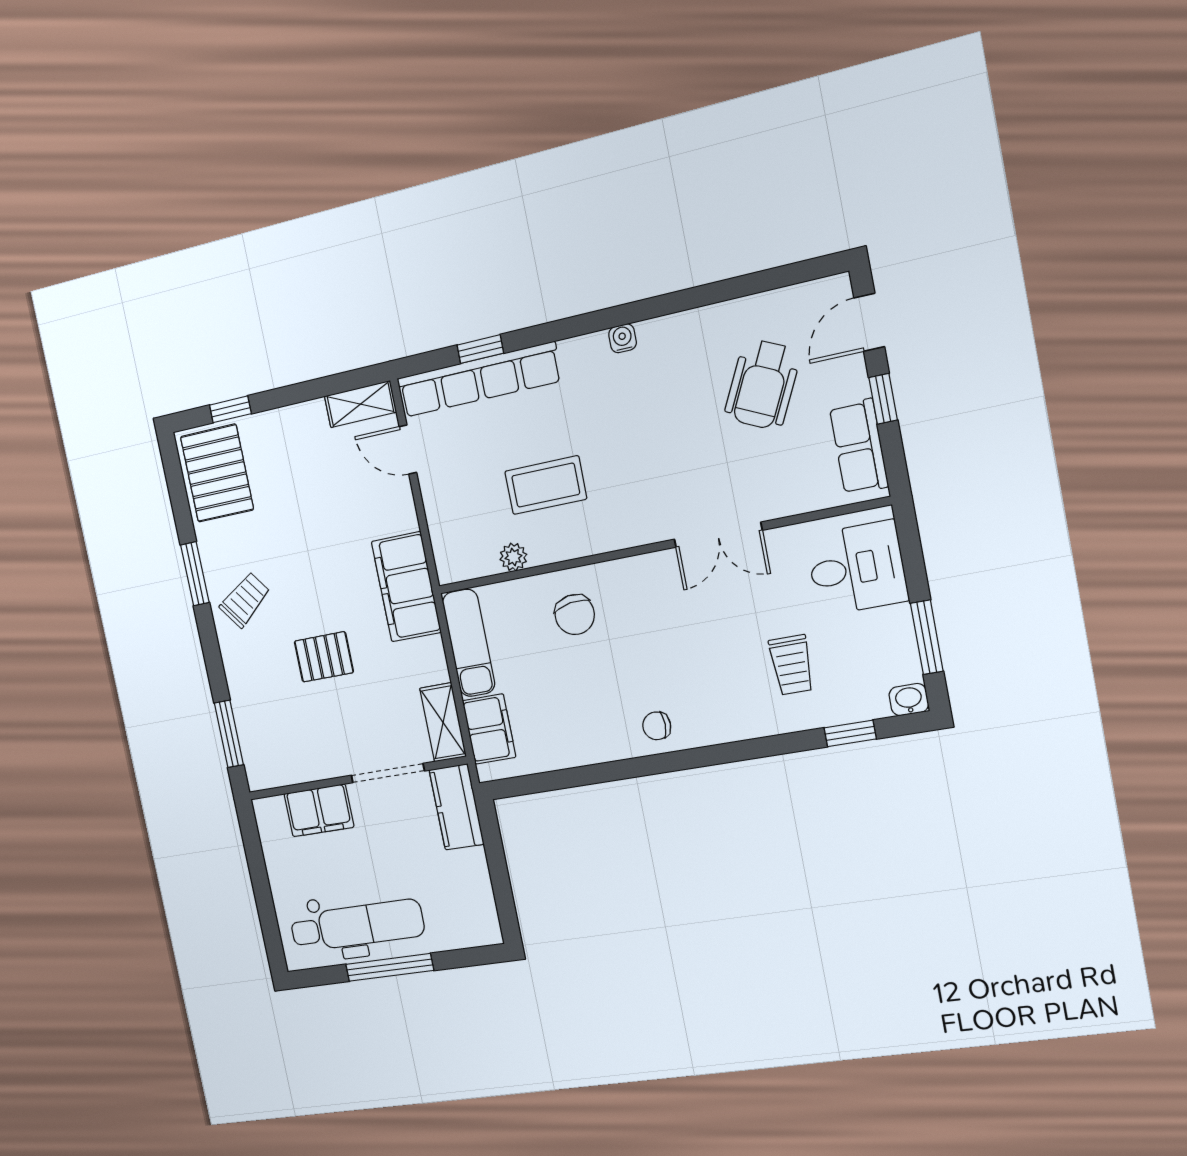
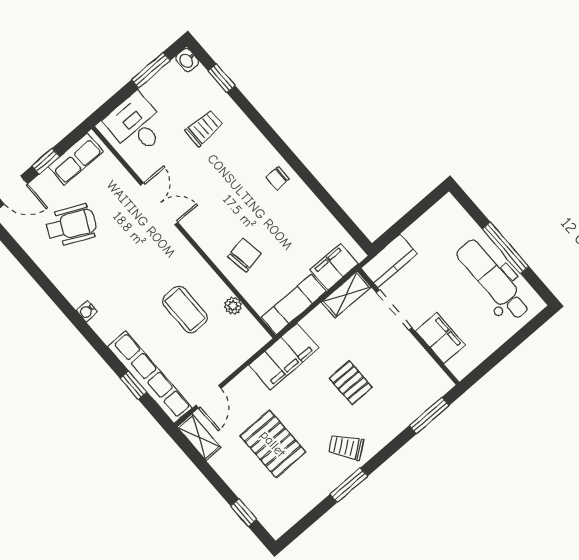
pallet: (217, 473) -> (273, 444), moved, turned 90
chair: (657, 726) -> (278, 178), turned 90

